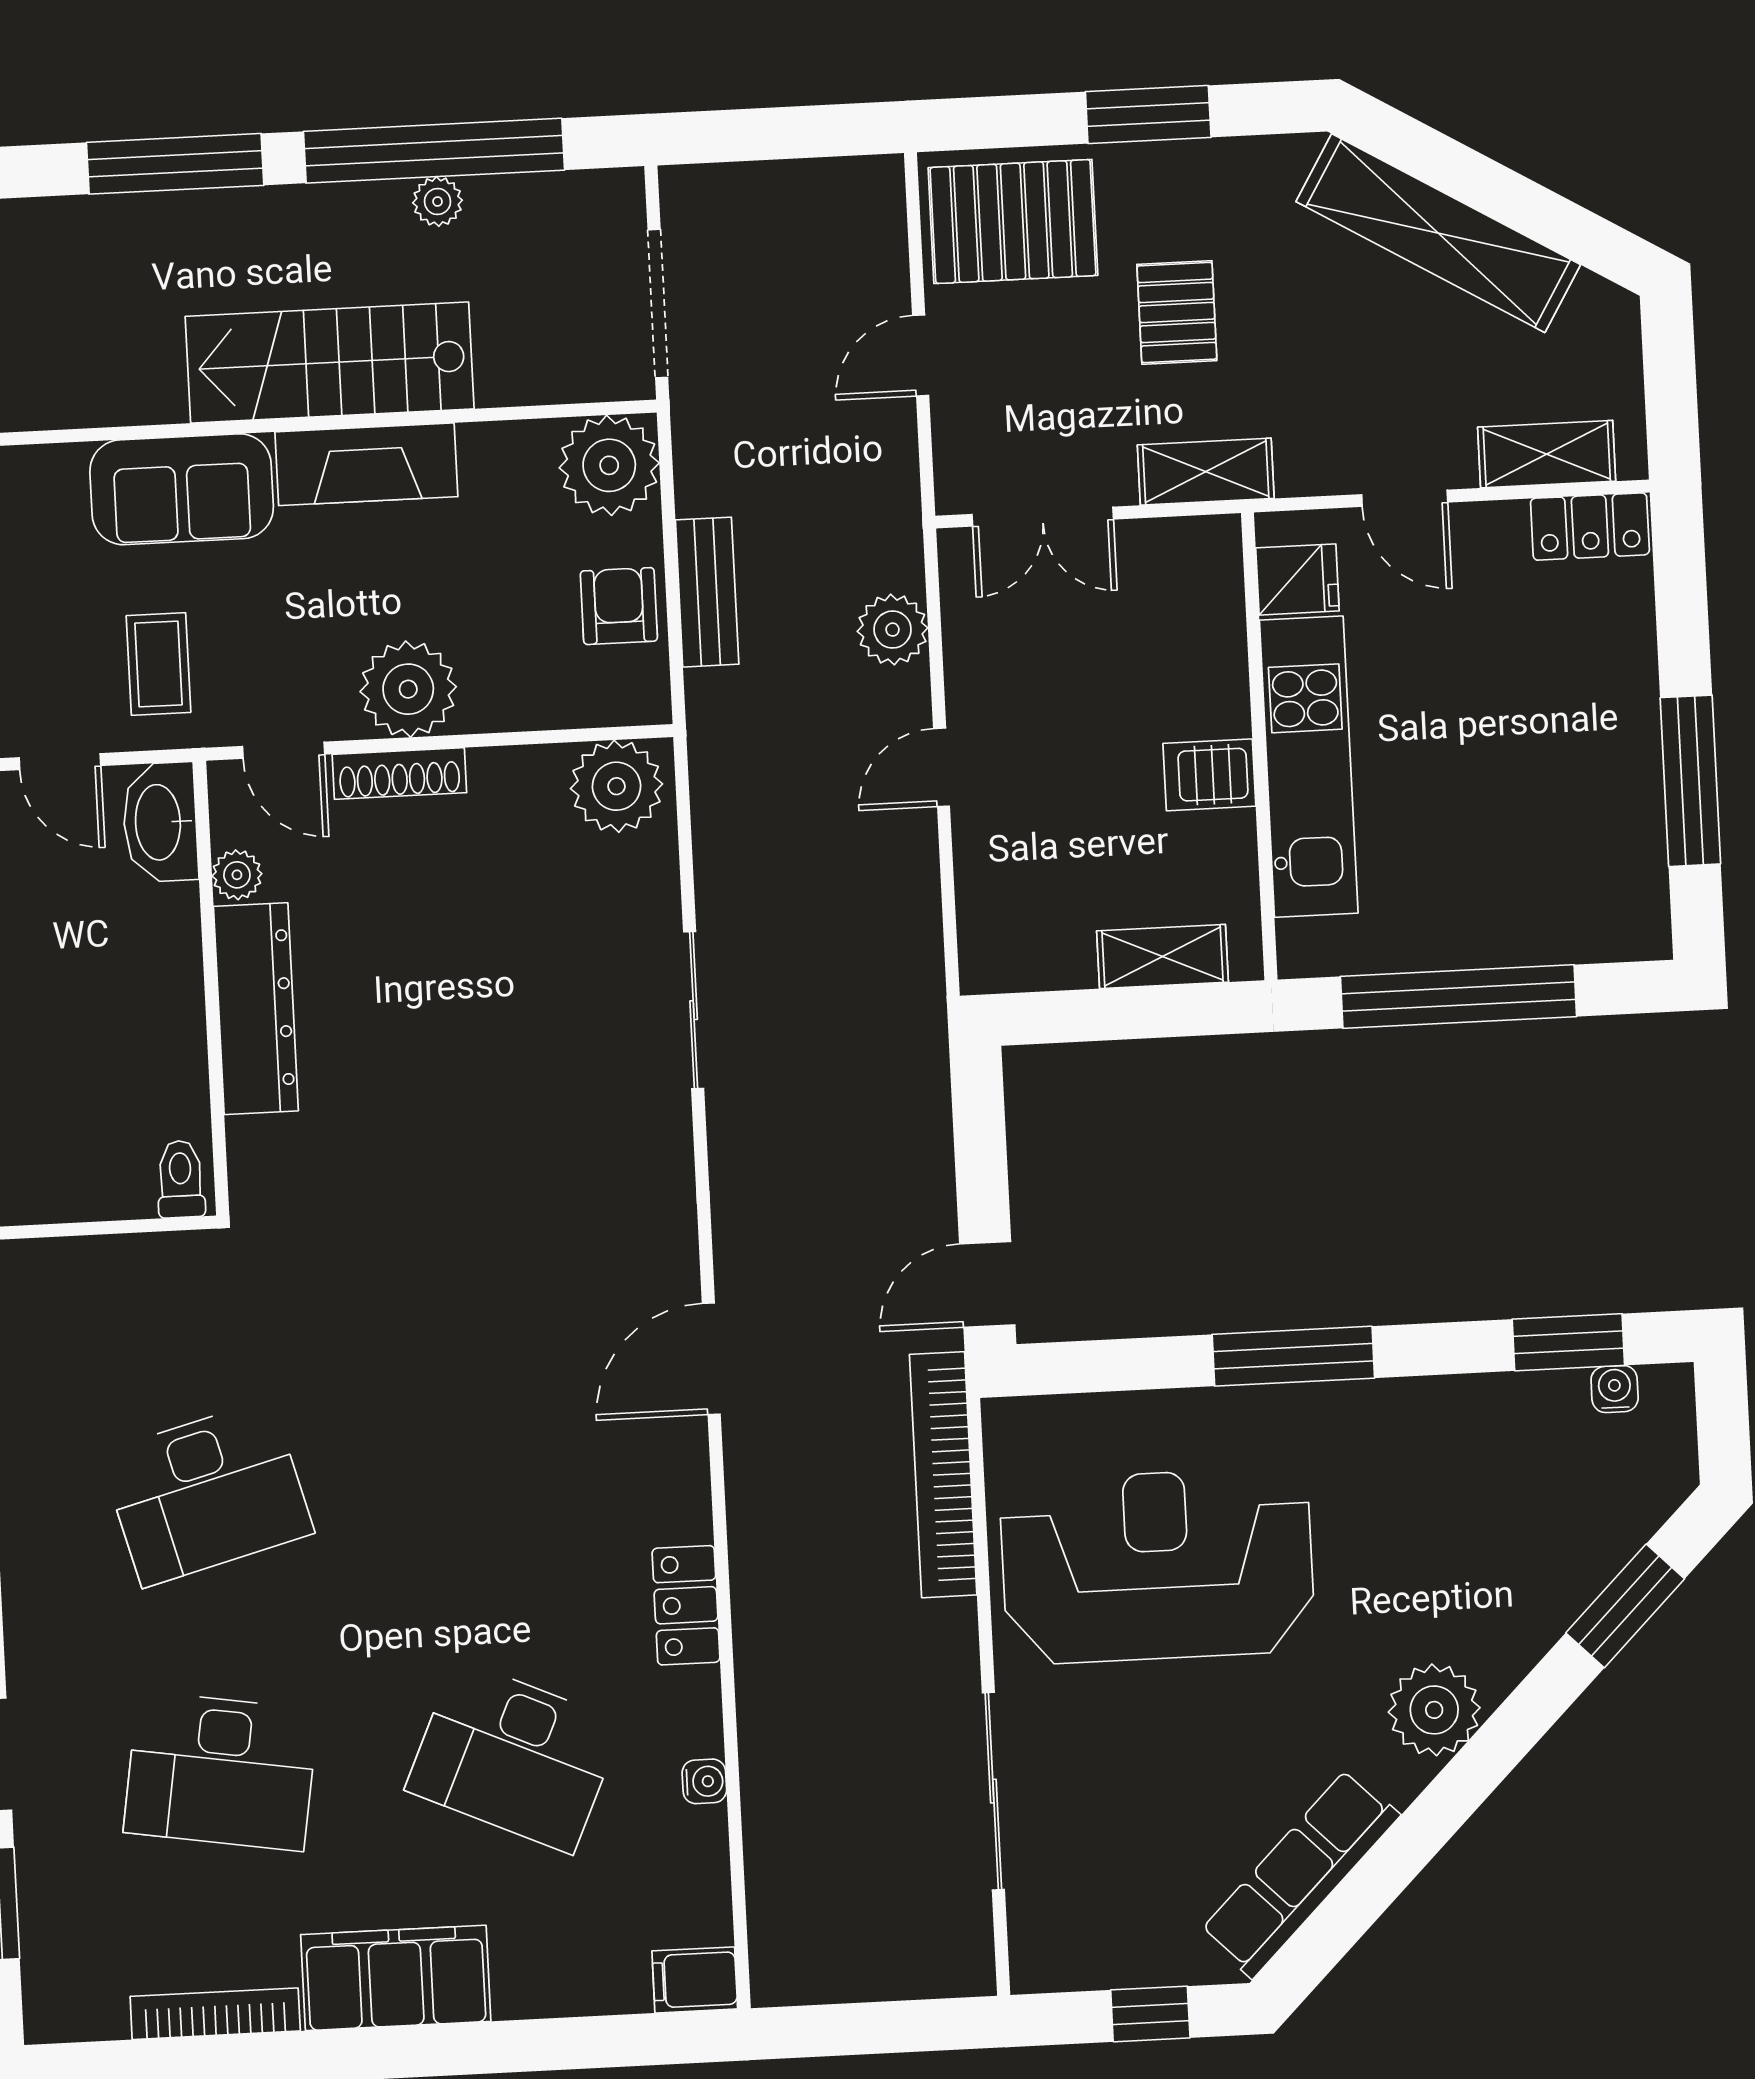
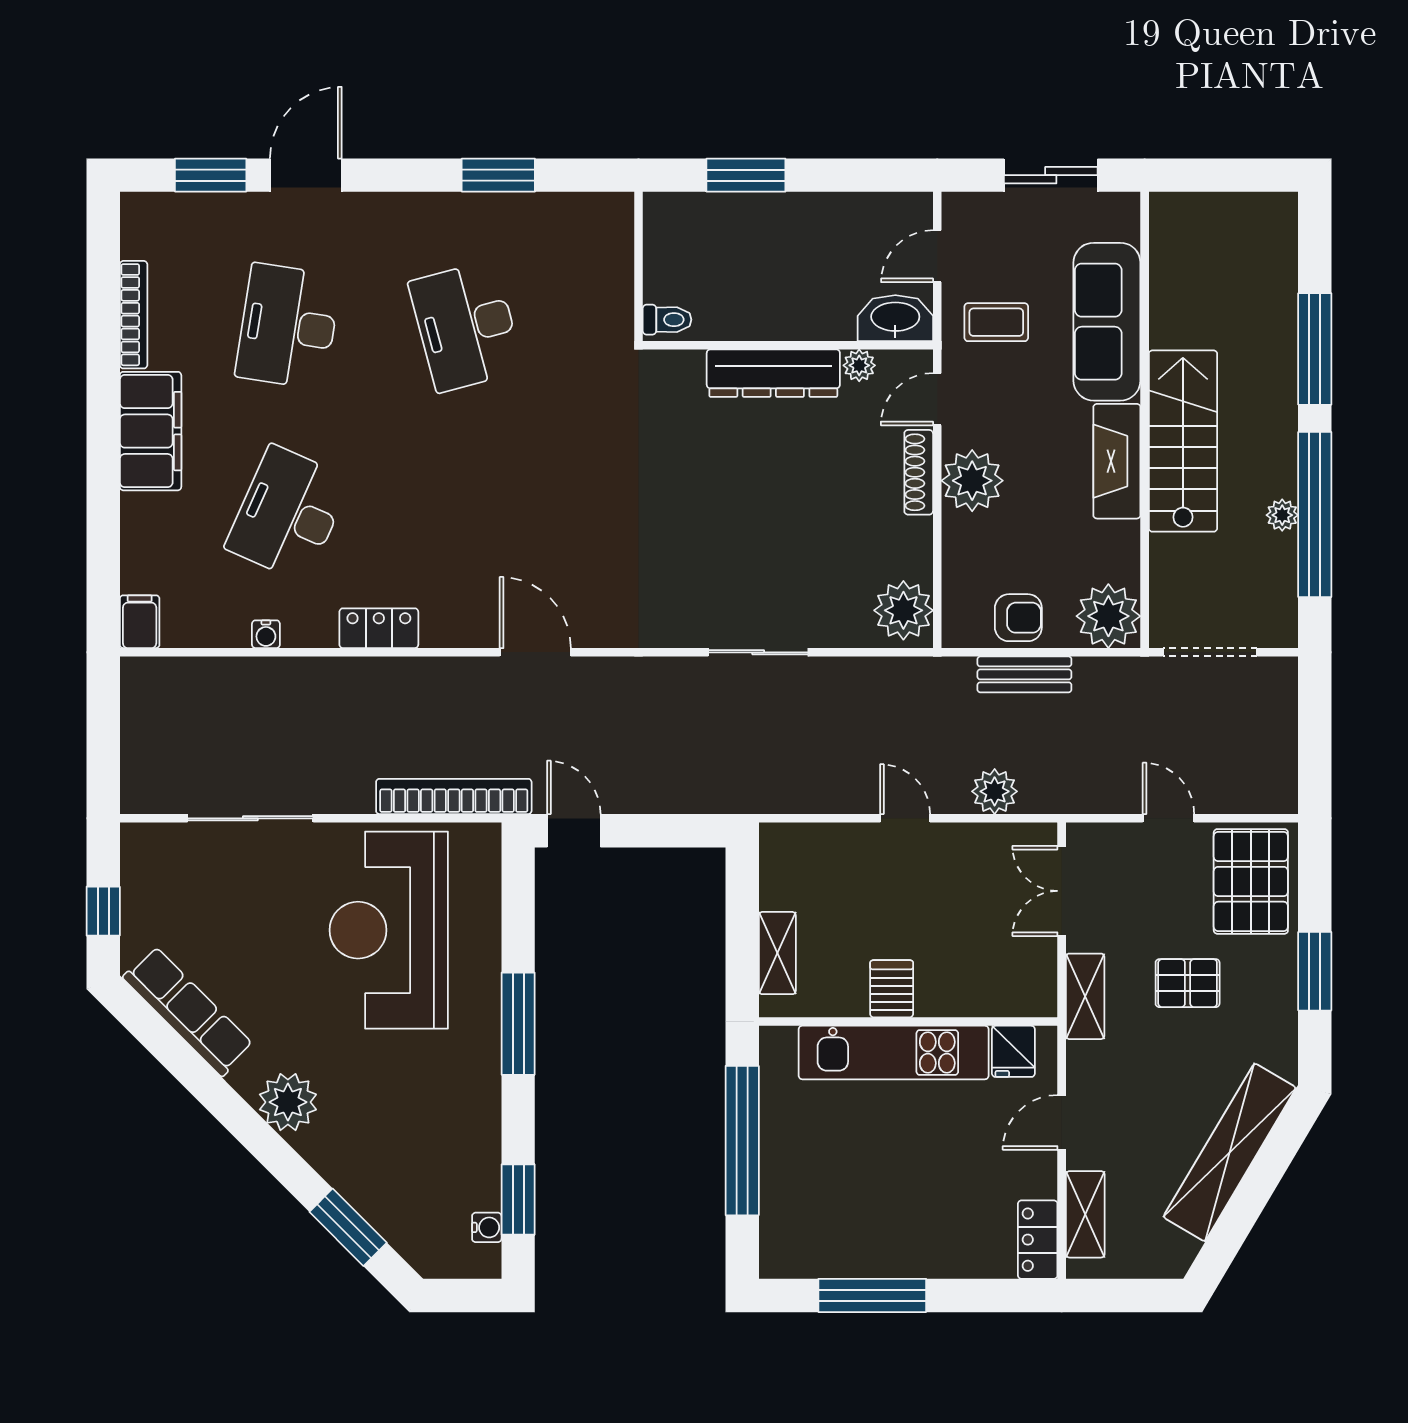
sofa: (182, 489) -> (1107, 322), width x1.36
reception desk: (1157, 1566) -> (389, 930), turned 180

